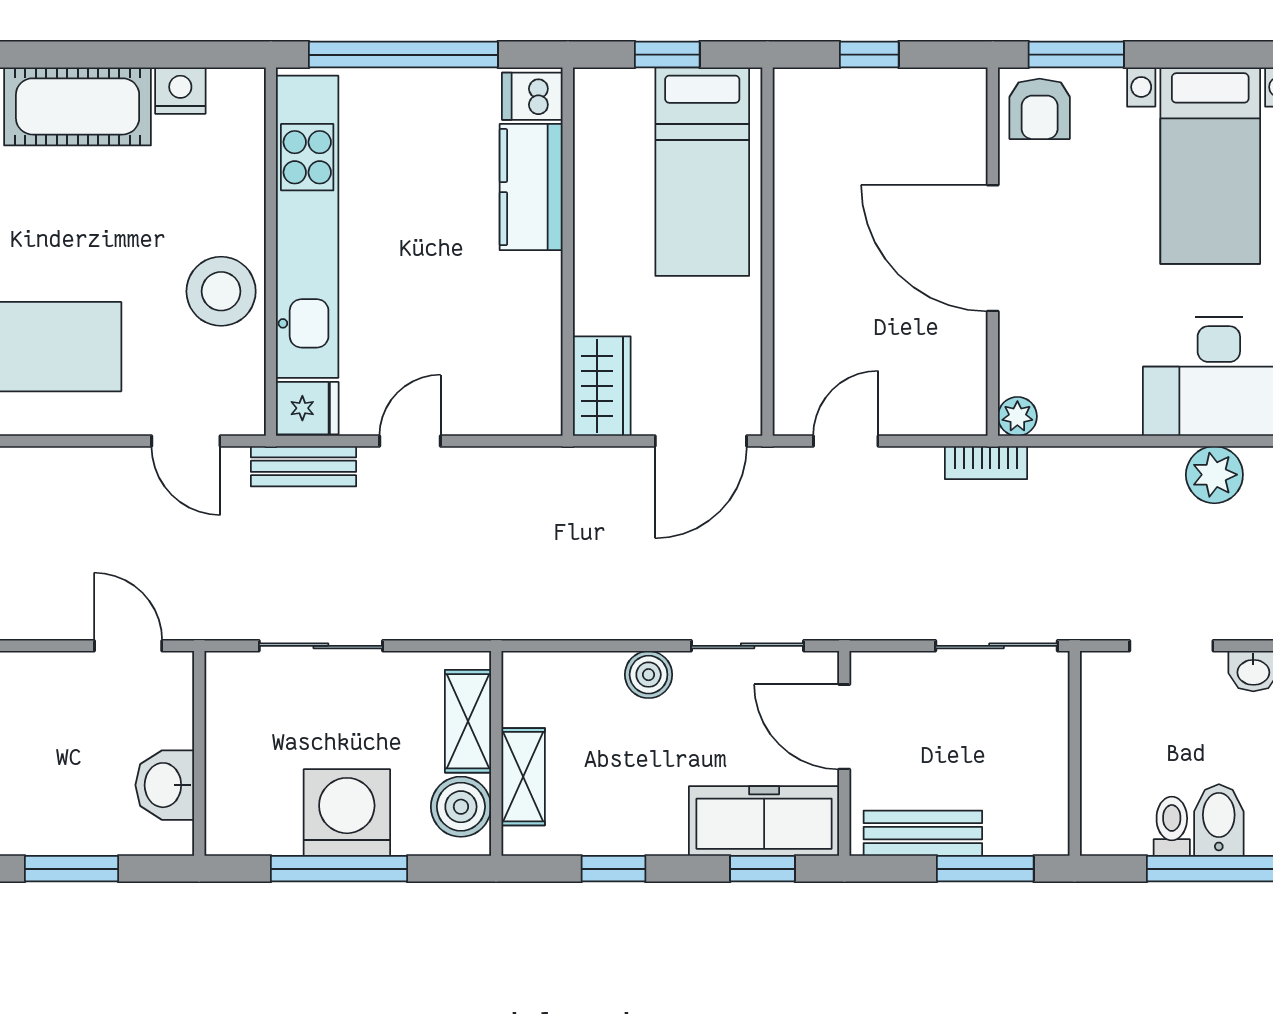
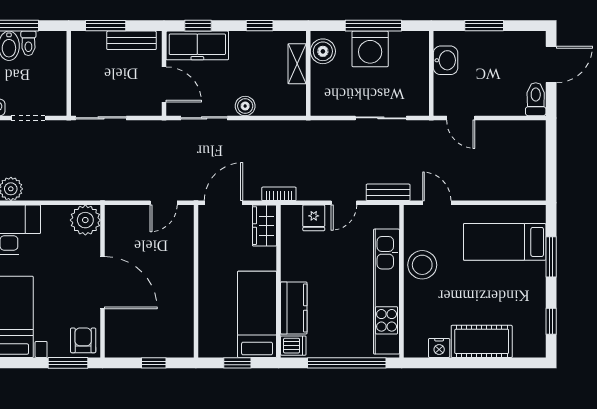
bed: (702, 172) -> (257, 314), moved
fridge: (307, 408) -> (314, 218), moved, turned -90
plant: (1017, 416) -> (85, 220), width x1.87, depth x1.87
bookcase: (986, 463) -> (279, 194), moved
shelving: (468, 721) -> (320, 87), removed

